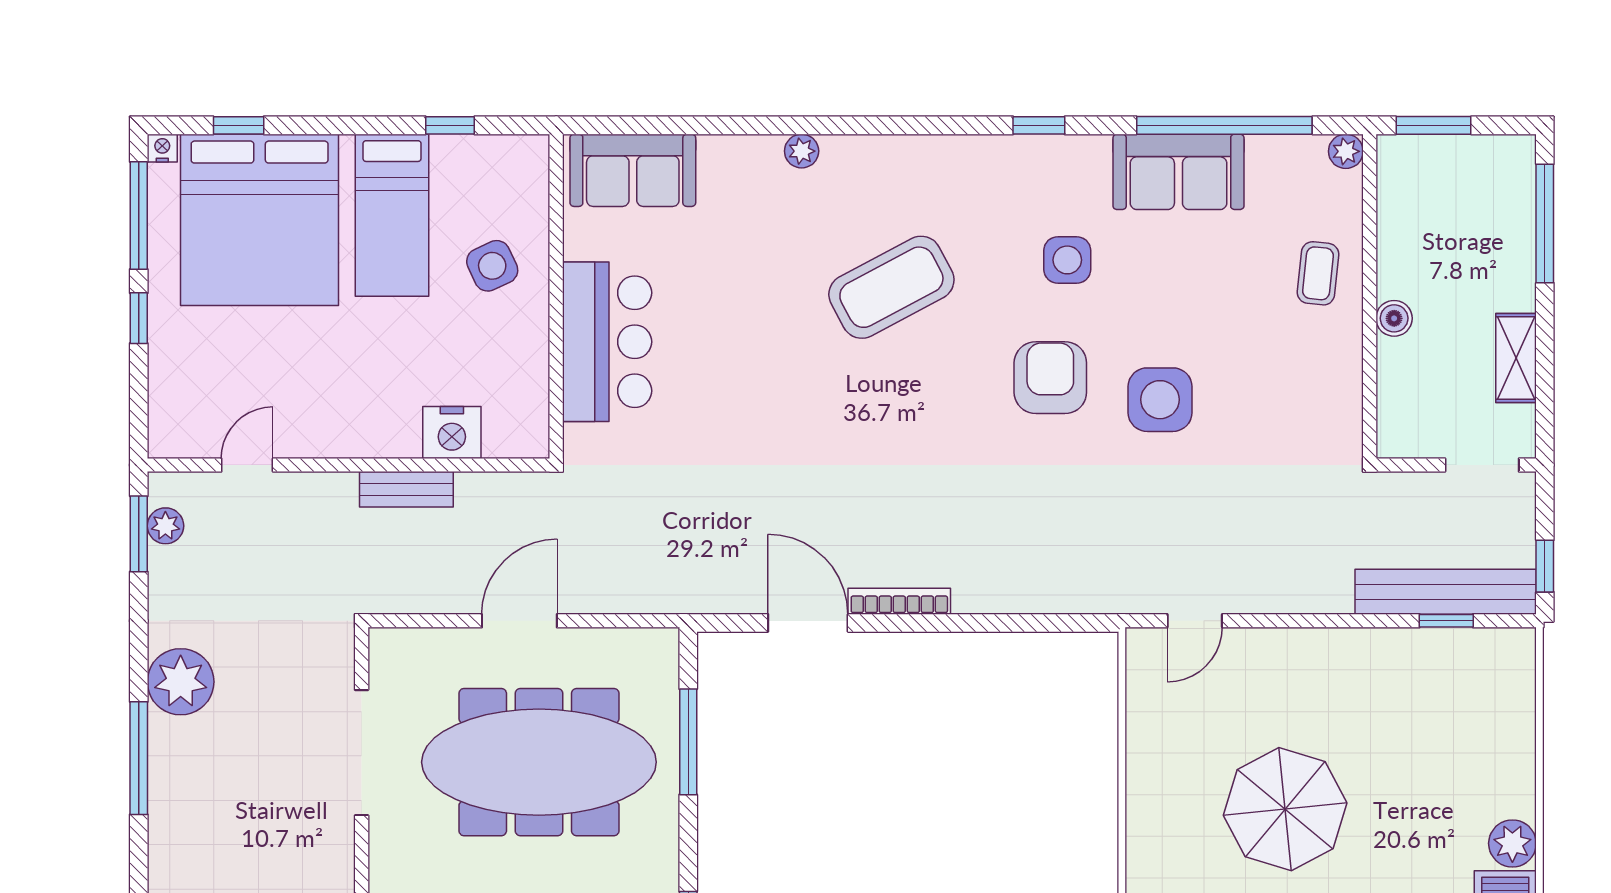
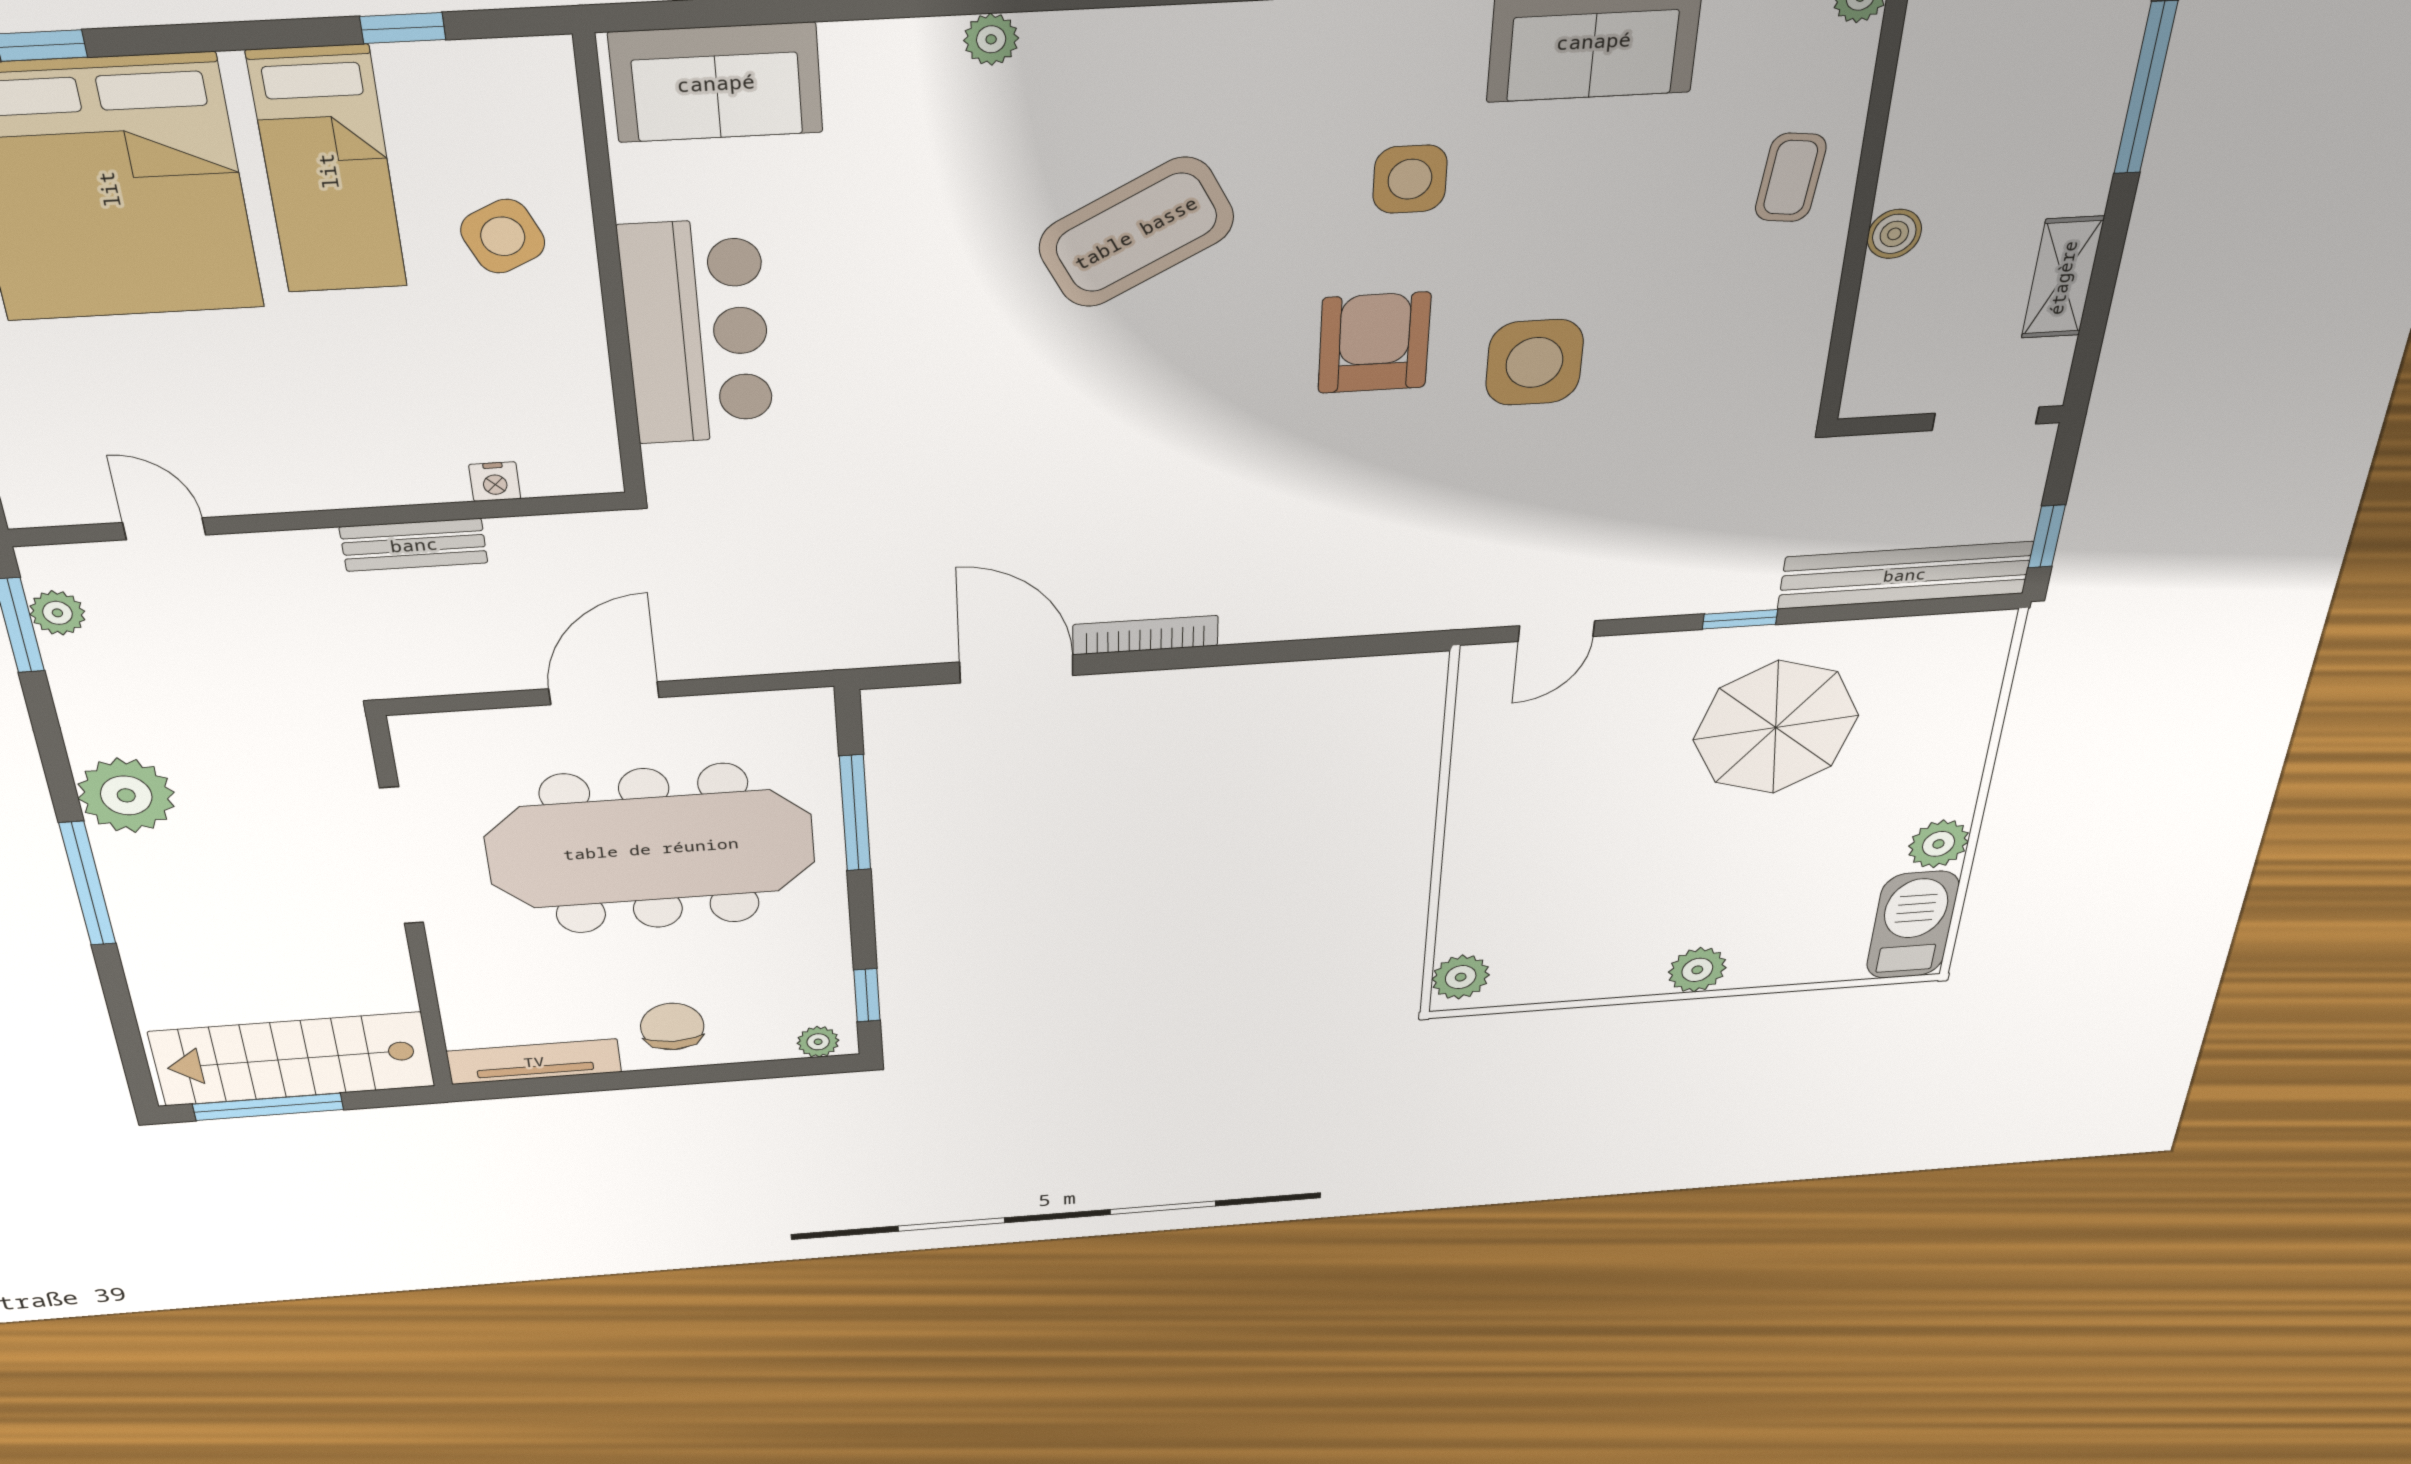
nightstand: (452, 433) -> (495, 482), width x0.53, depth x0.56
door: (247, 465) -> (164, 529), hinge flipped
window: (1446, 621) -> (1740, 619), moved
parasol: (1285, 809) -> (1776, 728), moved

